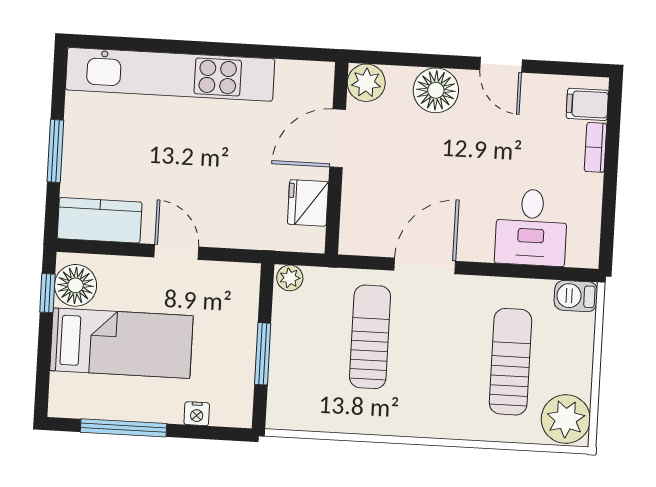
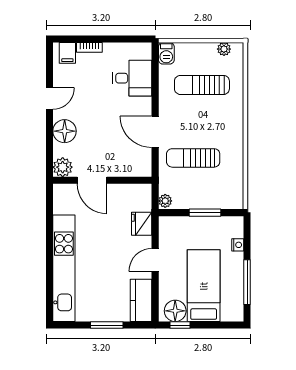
fridge: (308, 203) -> (142, 224), moved, turned 90
plant: (566, 419) -> (224, 49), width x0.53, depth x0.53

